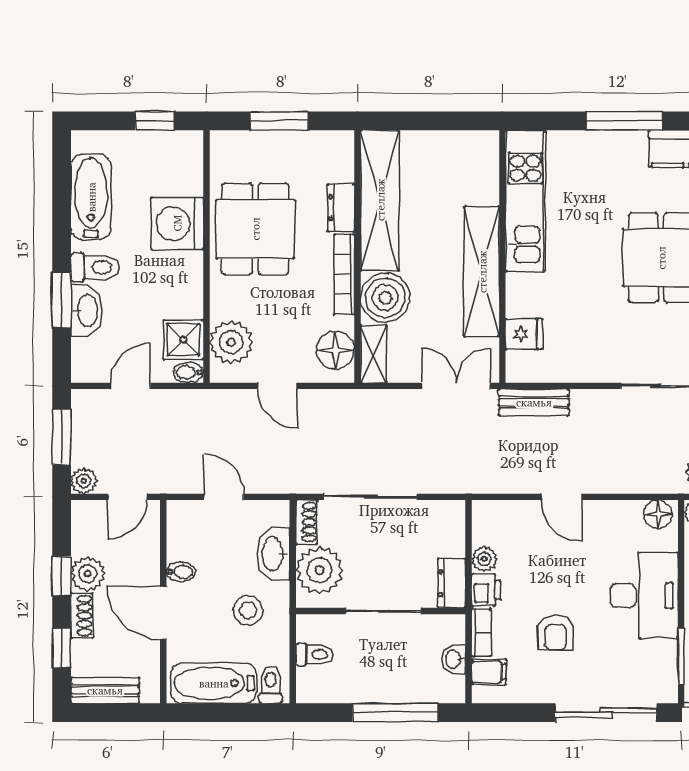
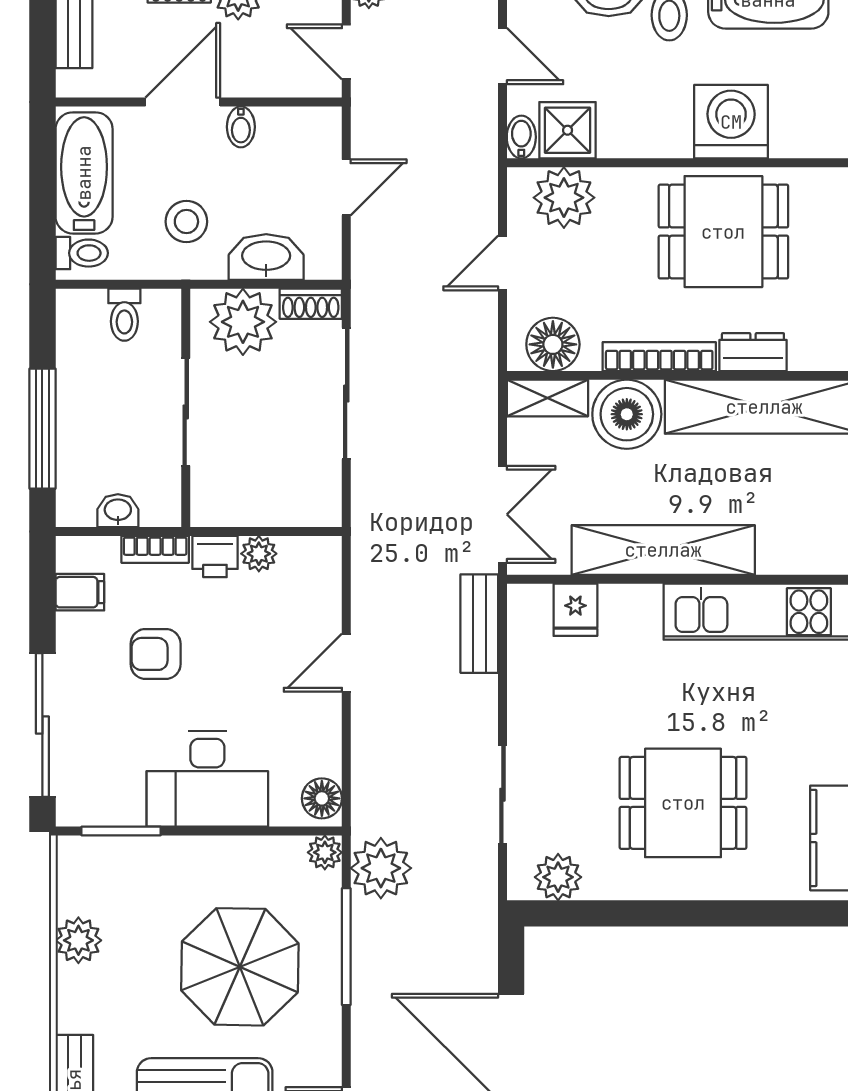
dresser: (451, 583) -> (225, 508), removed
filing cabinet: (489, 672) -> (80, 592), moved, turned -90

